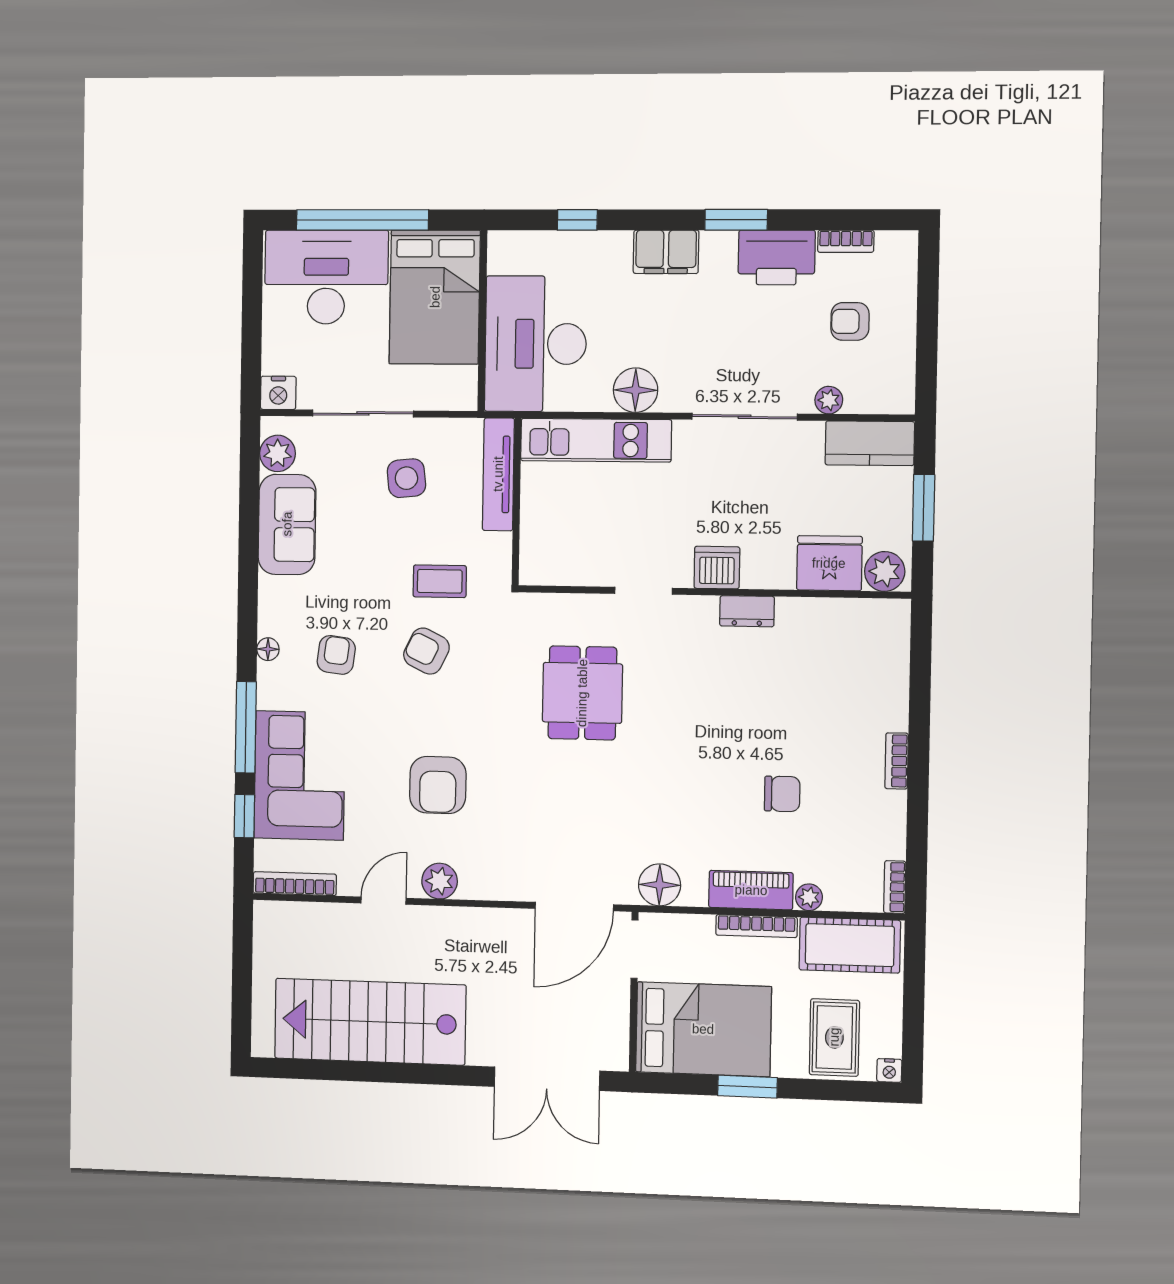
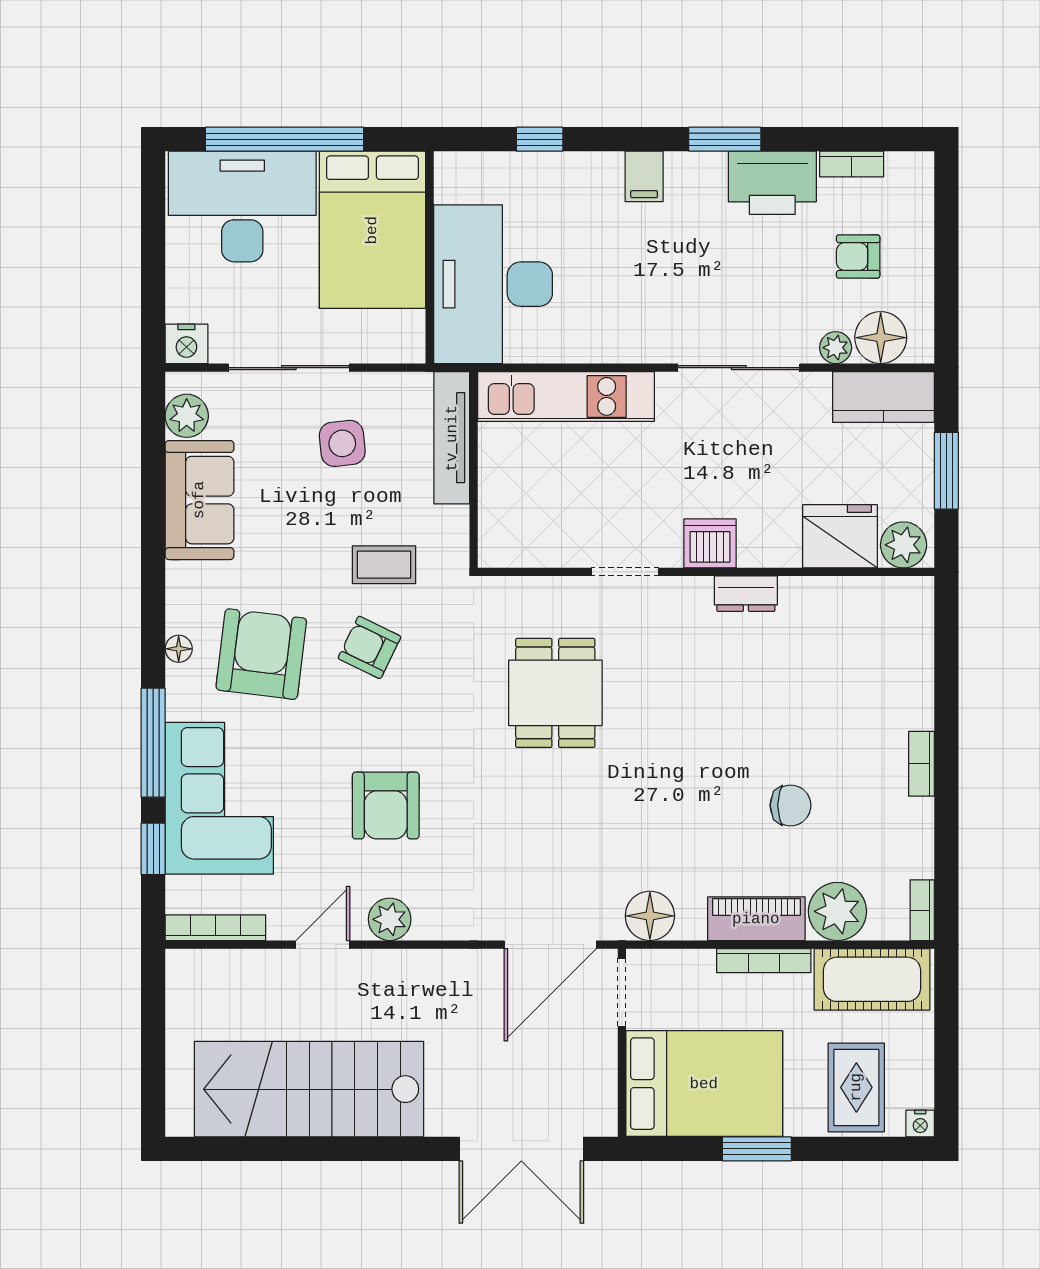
filing cabinet: (666, 252) -> (644, 176), width x0.50
floor lamp: (636, 390) -> (881, 338), moved
armchair: (336, 655) -> (261, 654), width x1.88, depth x1.88
plant: (809, 897) -> (837, 911), width x1.88, depth x1.88

